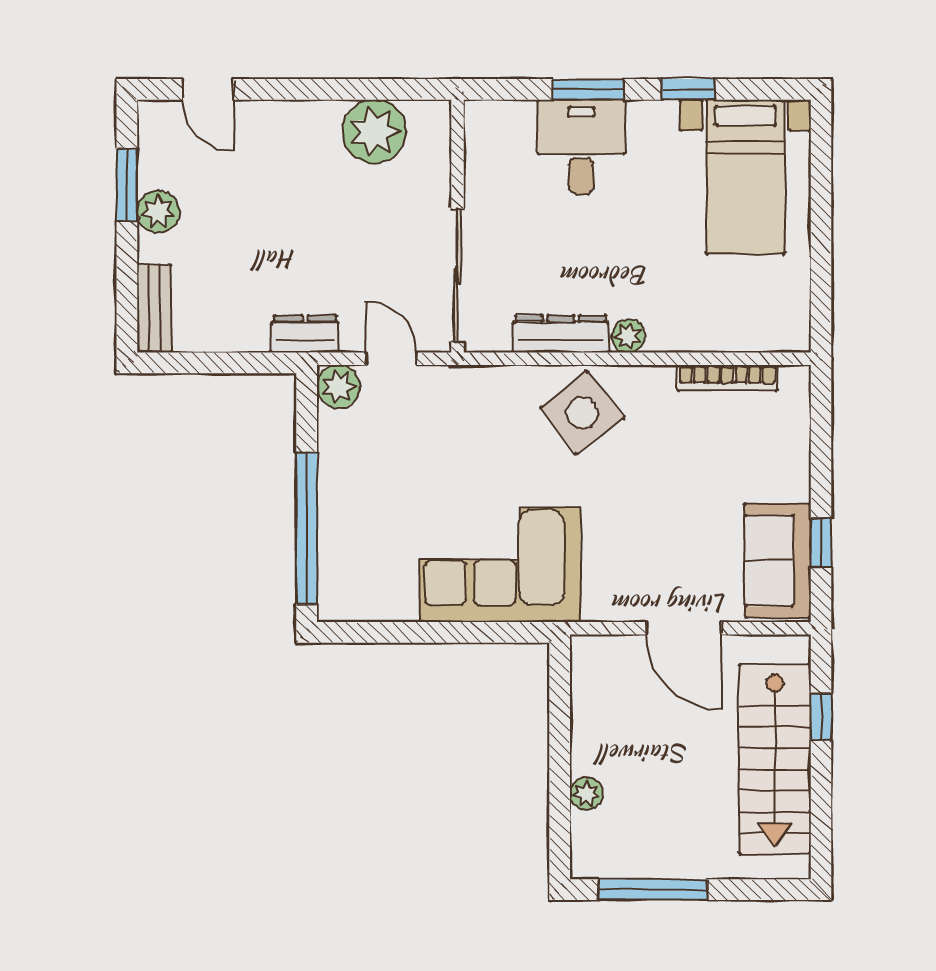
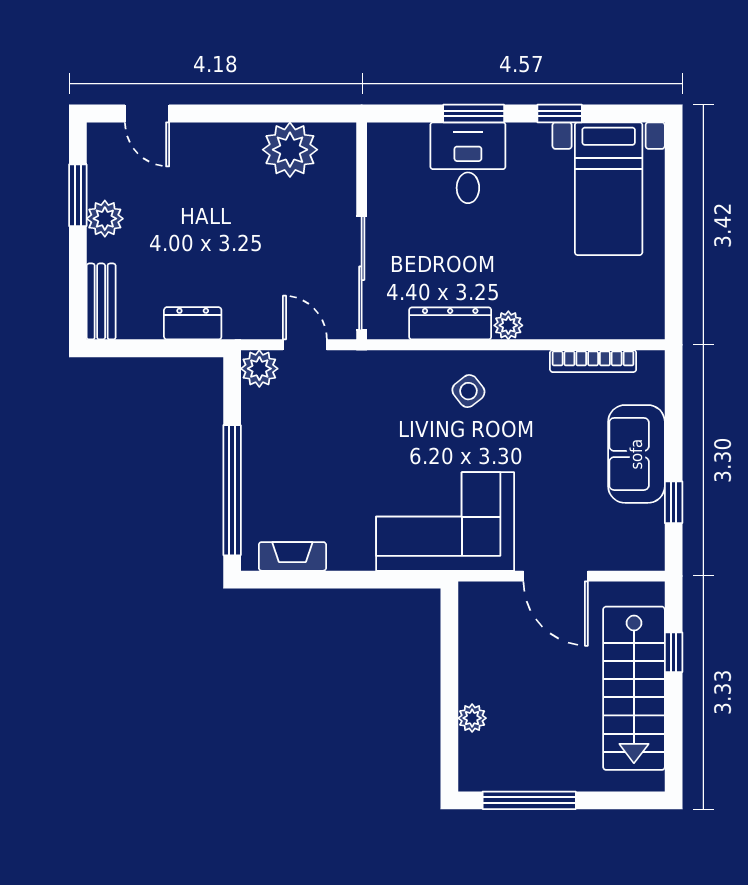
dresser: (305, 334) -> (193, 323), moved
side table: (582, 413) -> (468, 391), width x0.54, depth x0.54
sofa: (778, 561) -> (636, 454), moved
corner sofa: (500, 565) -> (445, 521), moved
fireplace: (377, 605) -> (292, 556), added

